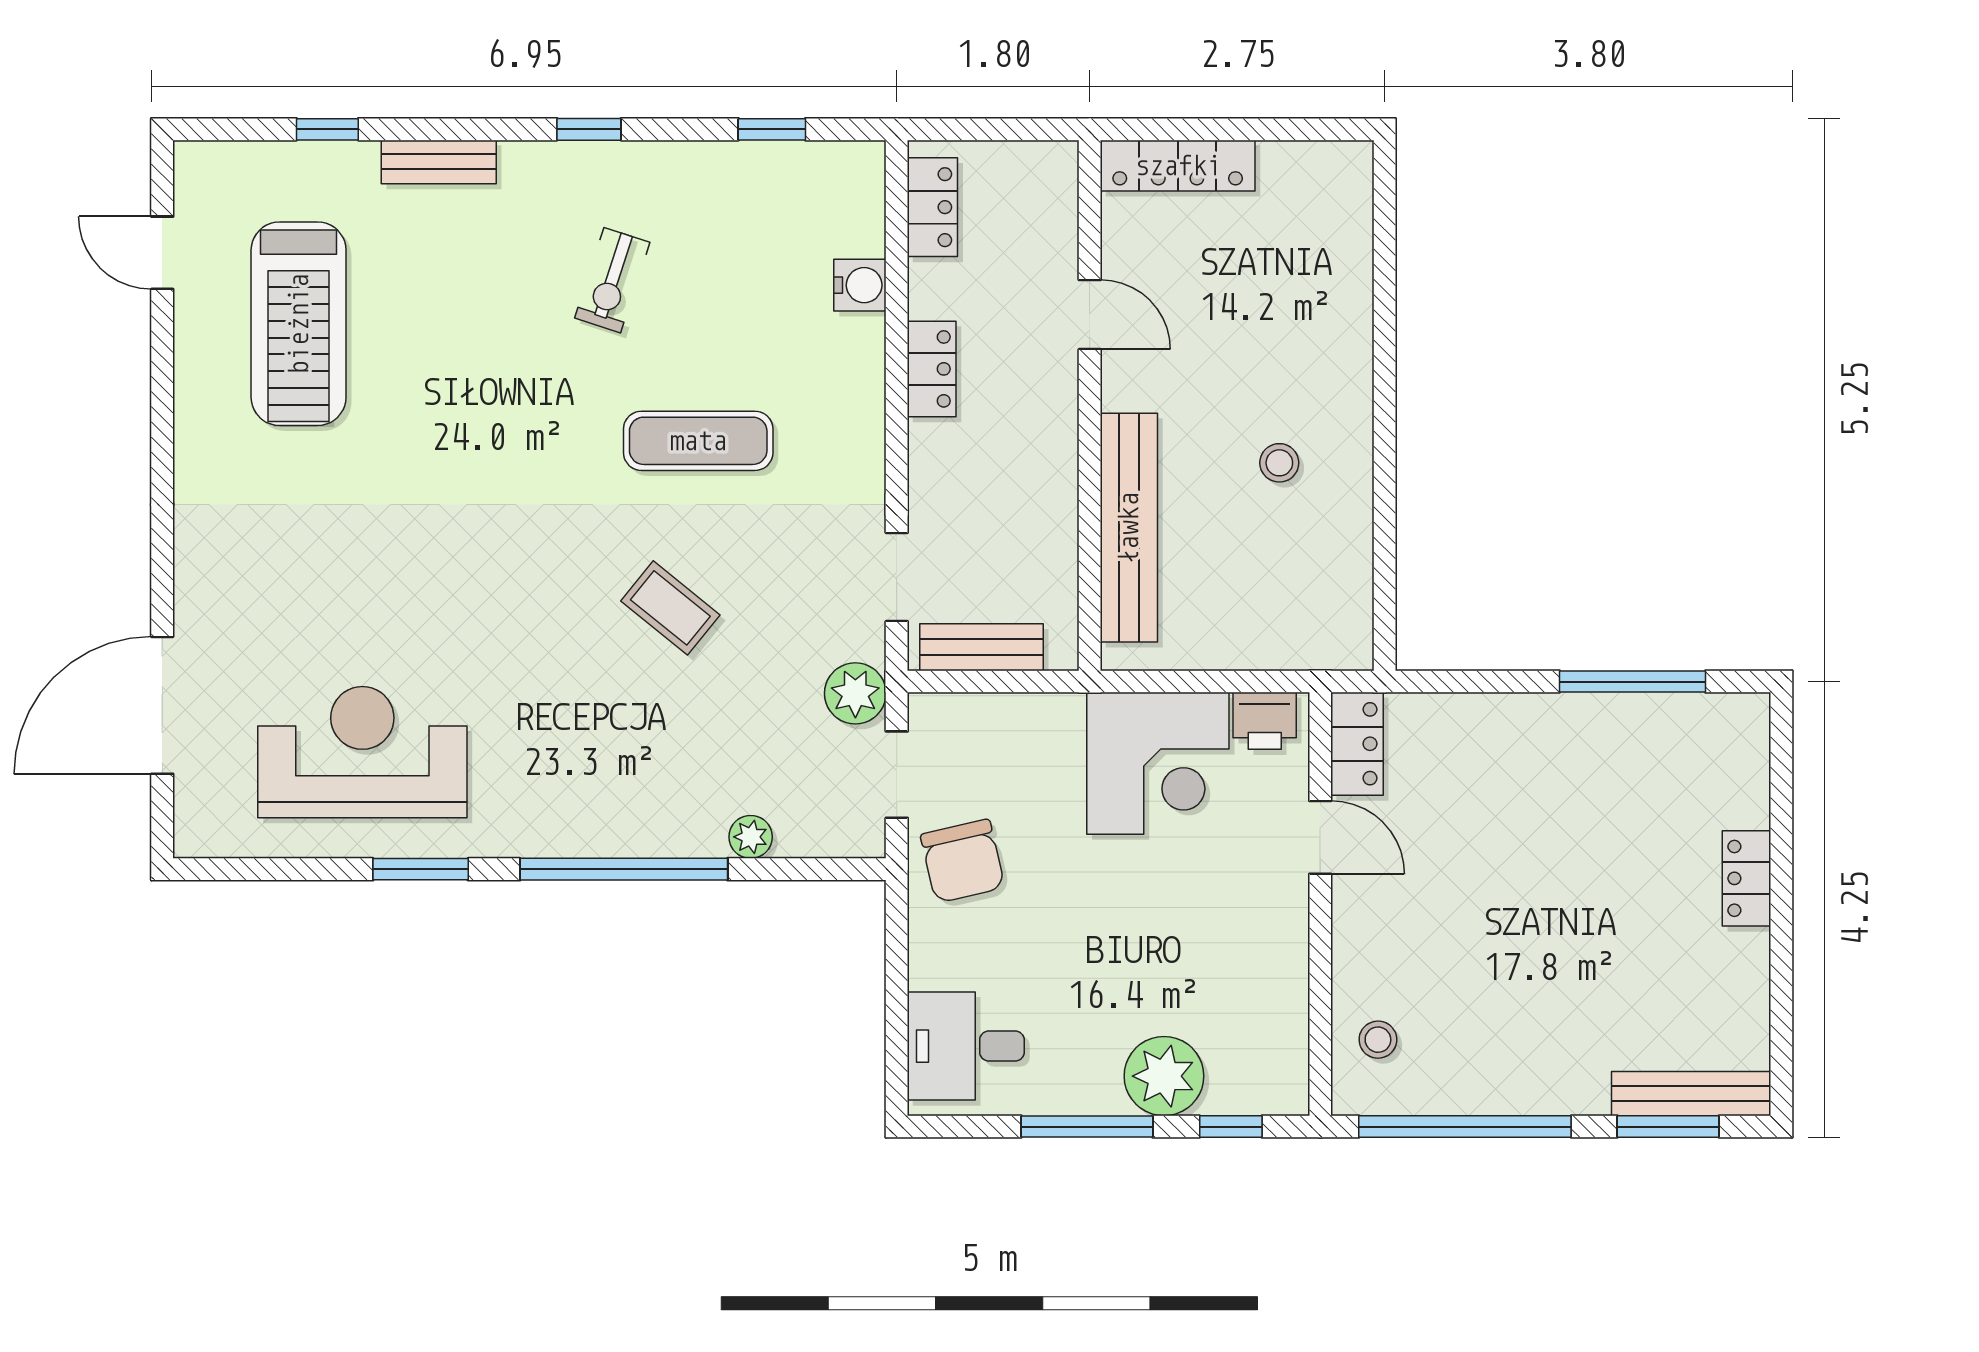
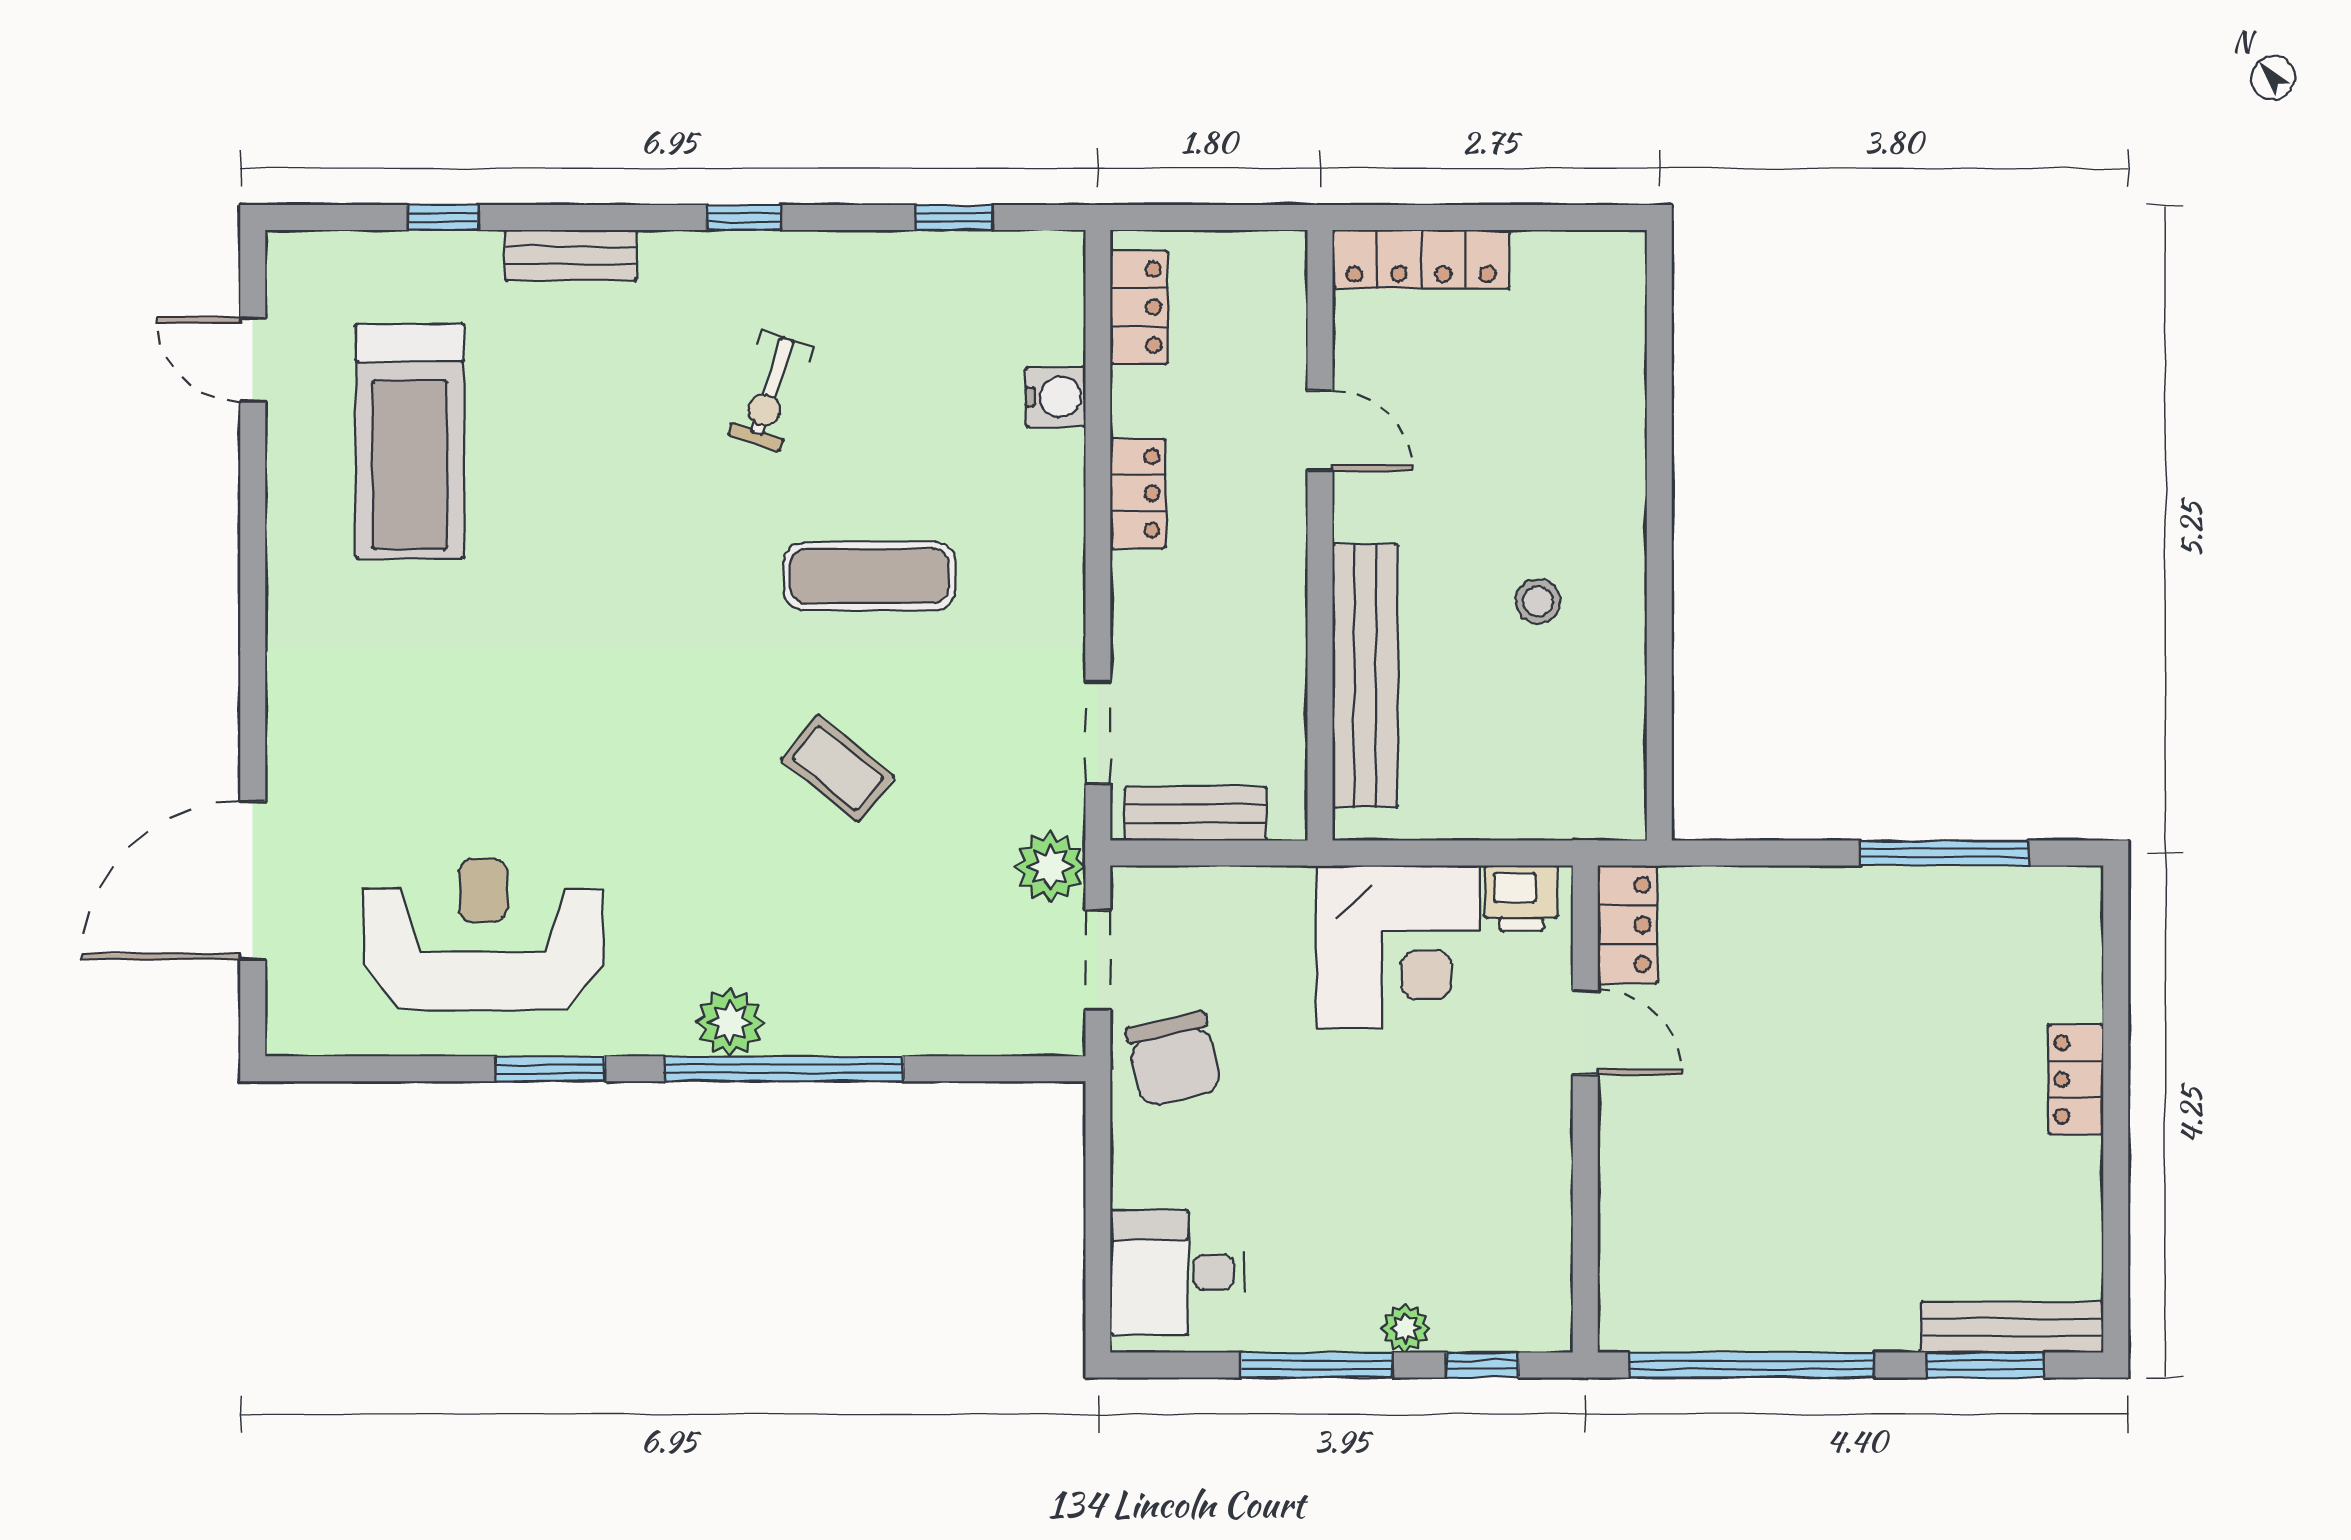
plant: (751, 837) -> (730, 1022), moved, width x1.38, depth x1.38
stool: (1378, 1040) -> (1652, 1265), removed
plant: (1164, 1076) -> (1405, 1328), width x0.53, depth x0.53

